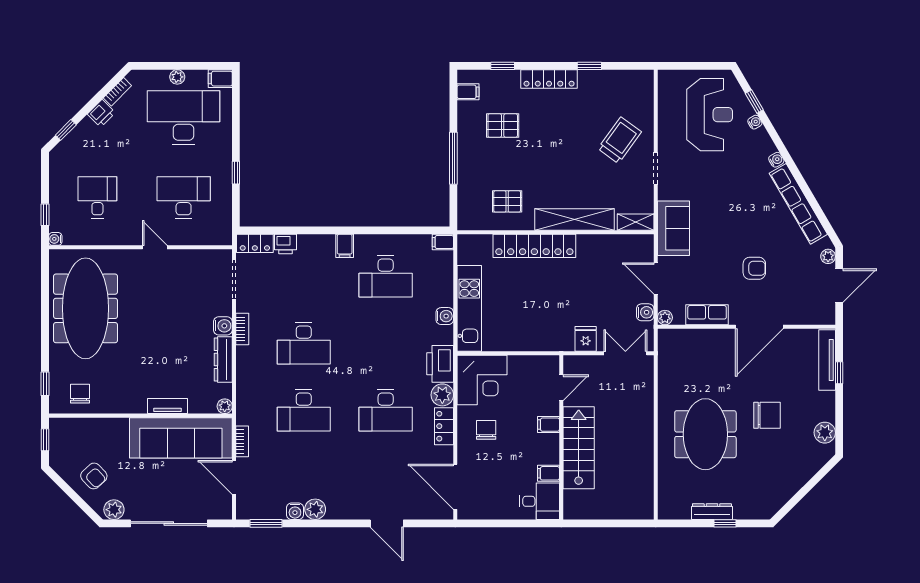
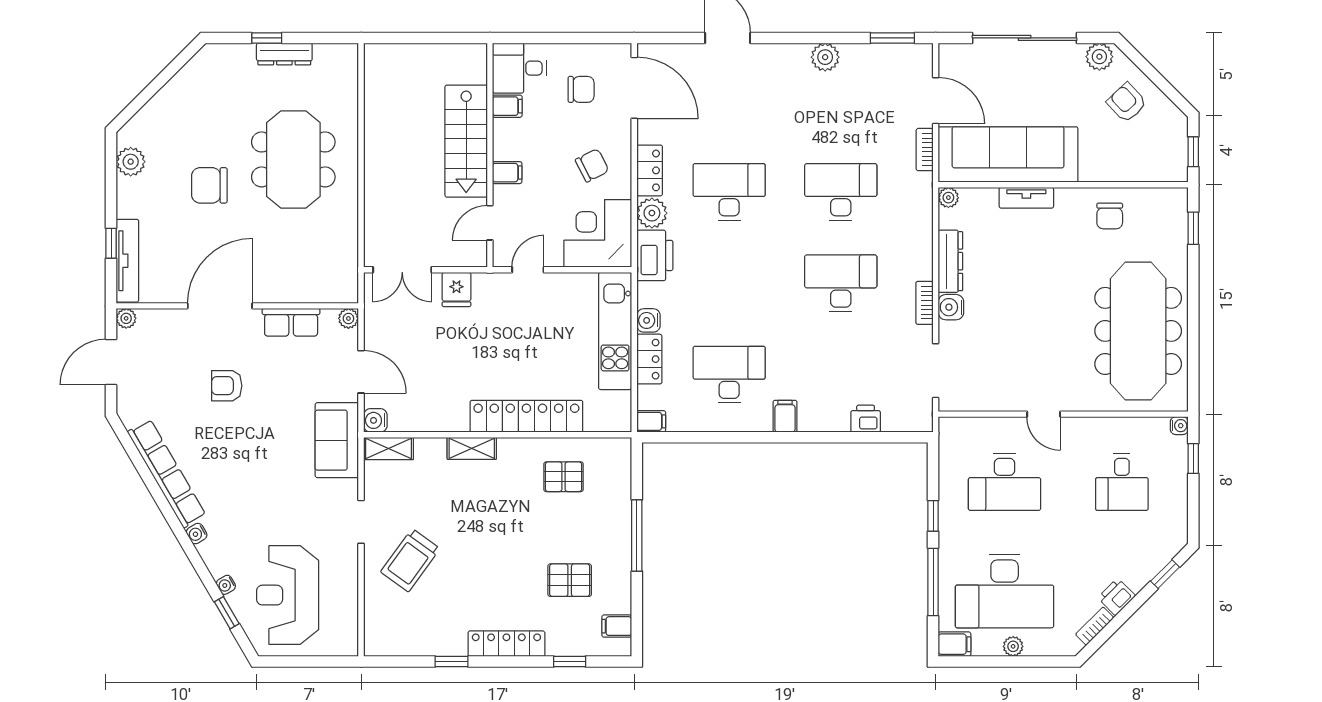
window: (236, 124) -> (933, 582), added
shelving: (574, 220) -> (472, 448), width x0.45, depth x0.75
locker: (255, 243) -> (649, 359), moved, turned 90
plant: (828, 256) -> (126, 318), moved
water cooler: (645, 312) -> (375, 420), moved
door: (533, 353) -> (528, 270), added
chair: (80, 394) -> (1110, 216), moved
chair: (486, 430) -> (592, 165), turned -117
chair: (494, 486) -> (581, 89), added
water cooler: (295, 511) -> (853, 54), removed

